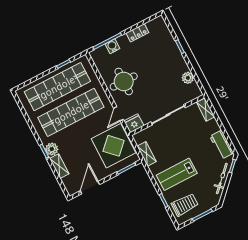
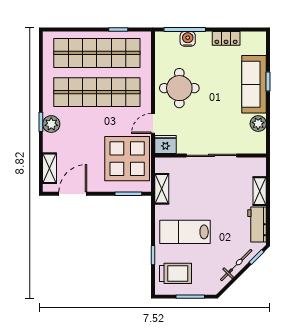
sofa: (172, 53) -> (254, 84), added
shelving: (206, 110) -> (260, 191), moved
shelving: (59, 166) -> (50, 168), moved

